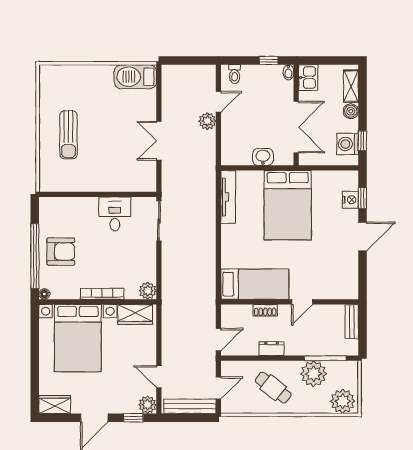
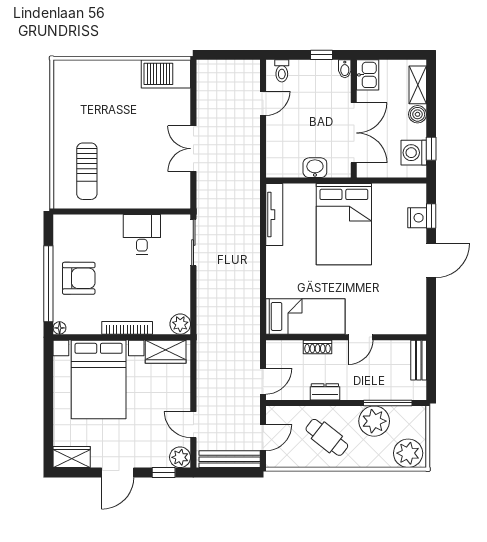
plant: (207, 121) -> (250, 126), removed
sun lounger: (68, 135) -> (87, 171), moved

